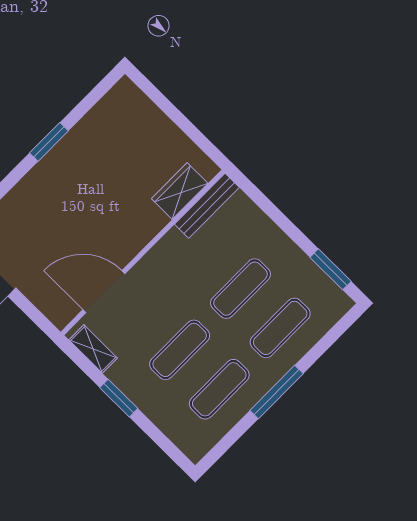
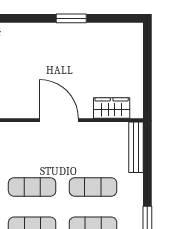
bench: (207, 206) -> (136, 147), moved, turned 90
door: (104, 292) -> (59, 120), moved

